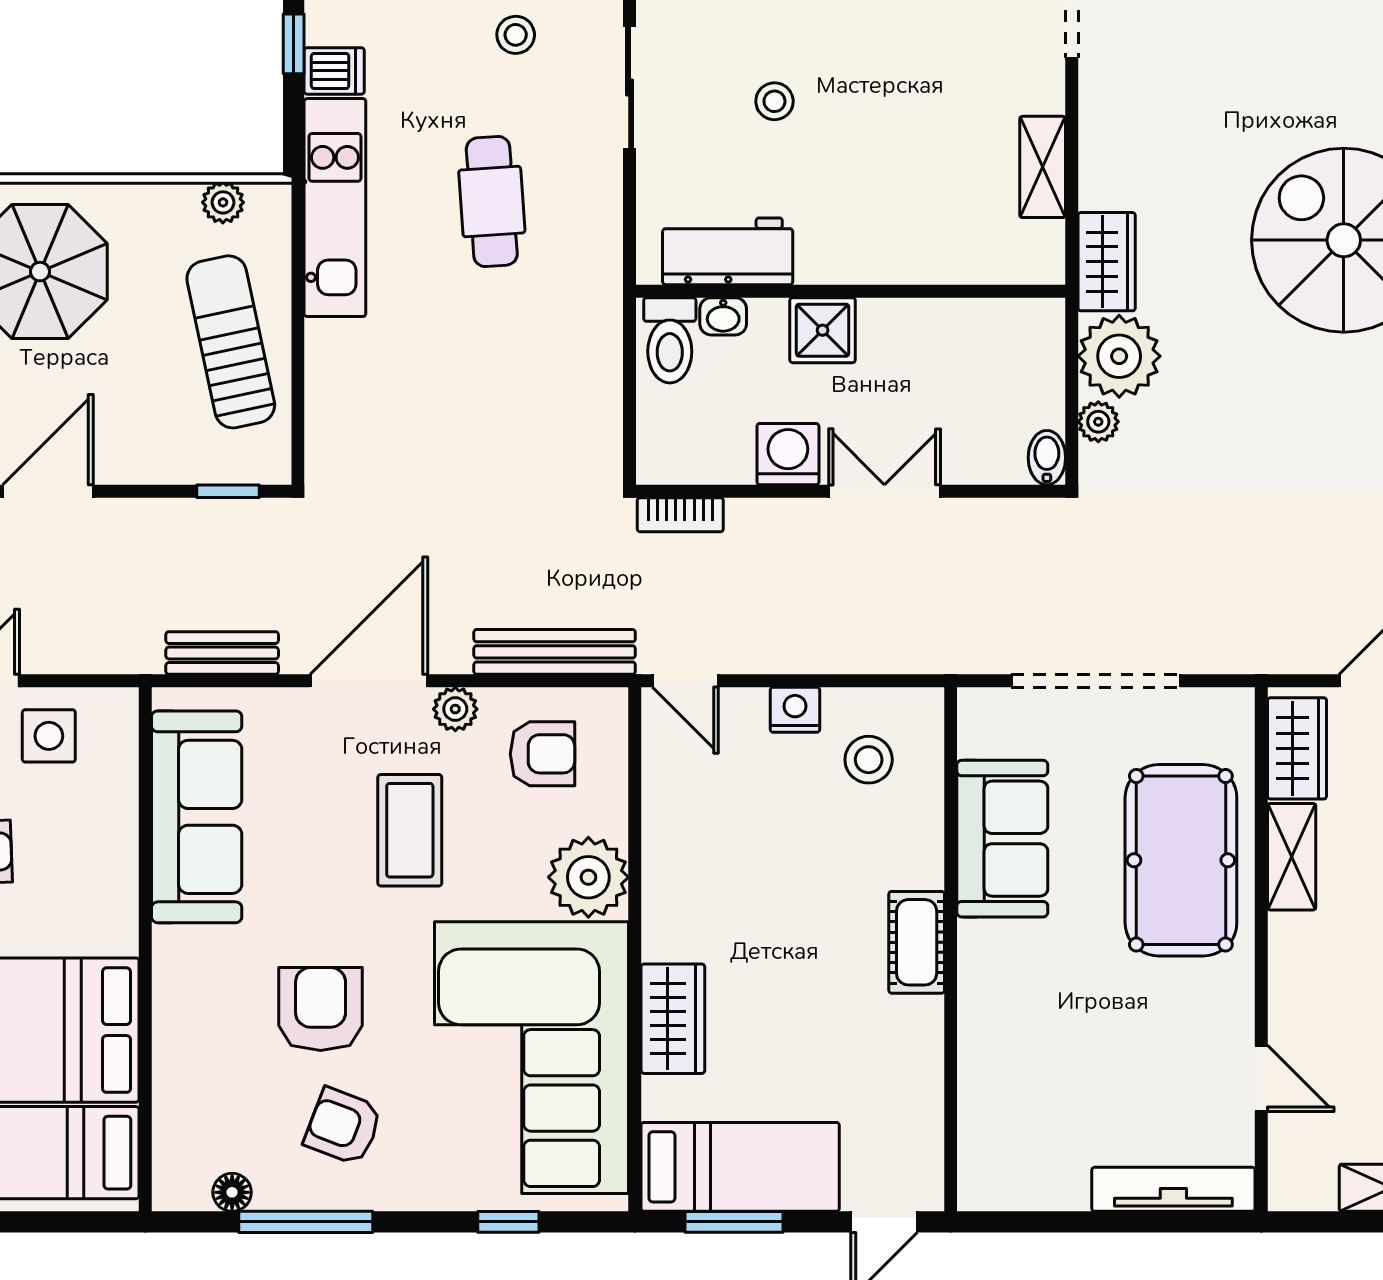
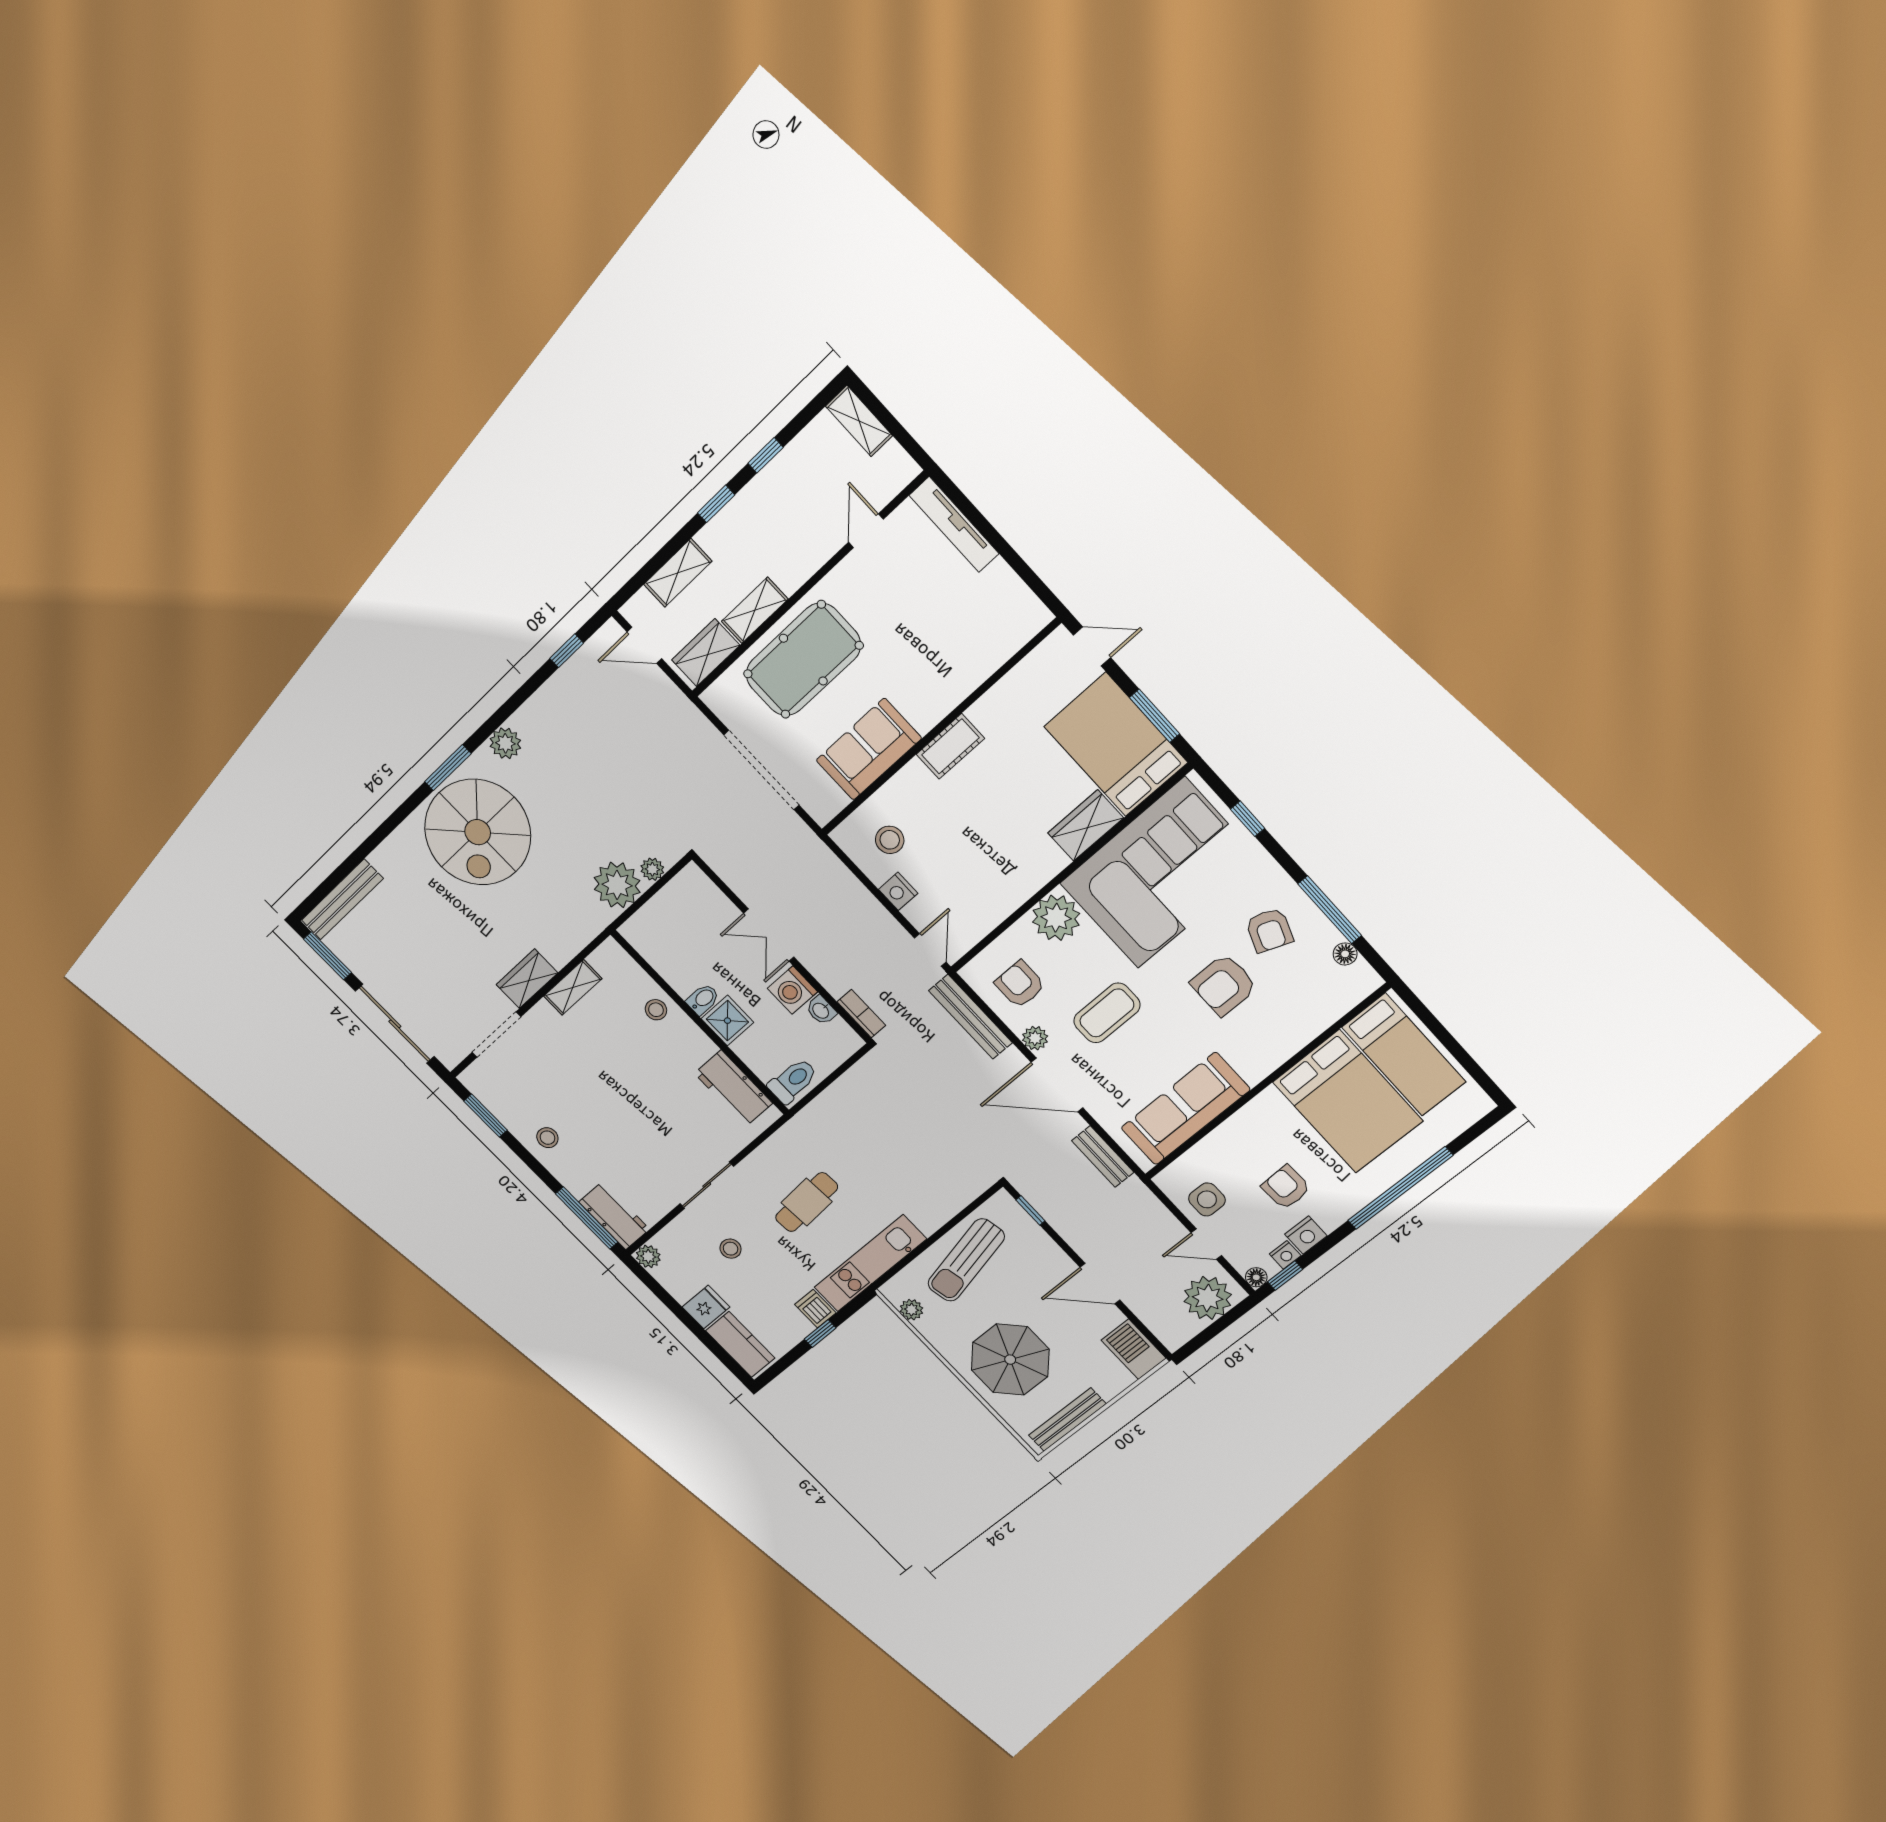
stool: (774, 101) -> (656, 1010), moved
wardrobe: (1107, 262) -> (527, 979), moved
washbasin: (723, 316) -> (821, 1010), moved, turned 180
bidet: (1047, 458) -> (703, 999), moved, turned 180
bed: (740, 1167) -> (1116, 745), width x1.50

